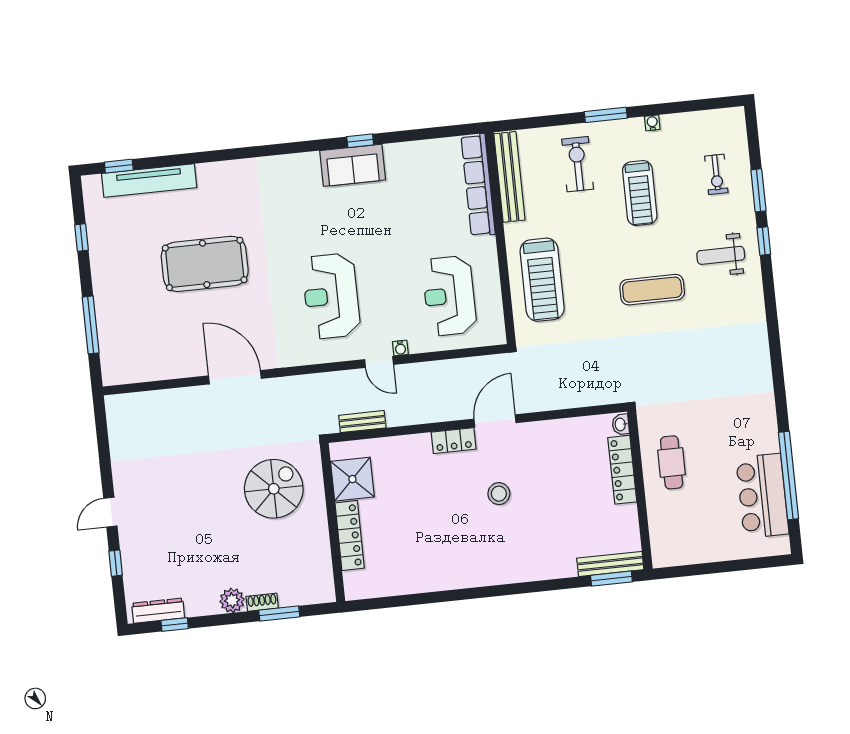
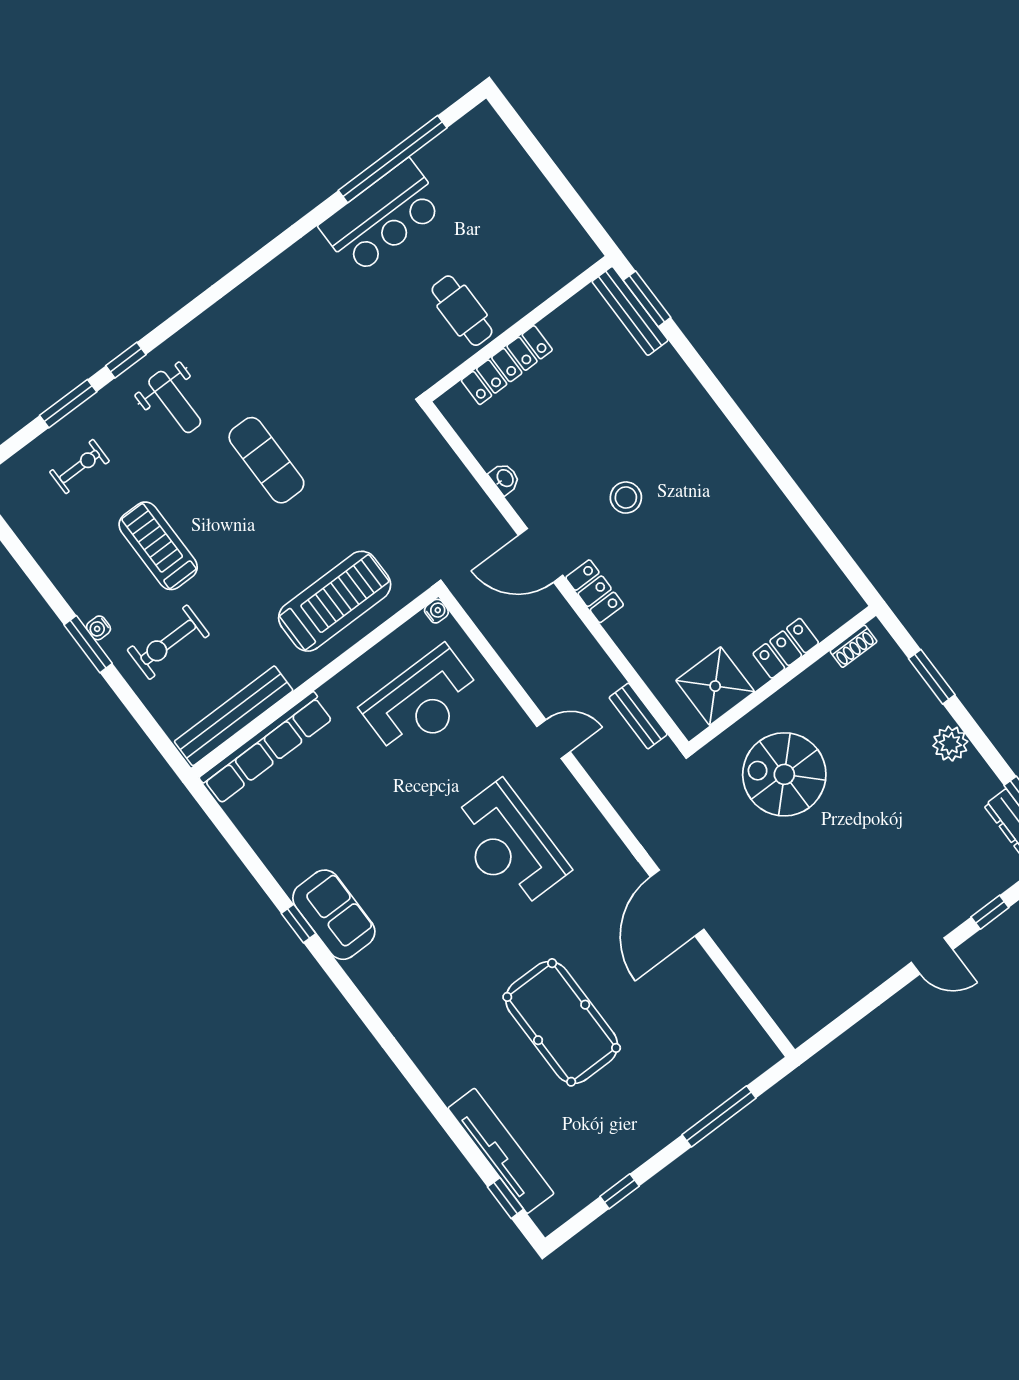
water cooler: (652, 123) -> (98, 628), moved
treadmill: (640, 193) -> (158, 546), turned -90
reception desk: (331, 296) -> (508, 845), turned 90
water cooler: (400, 348) -> (436, 611), moved
door: (379, 362) -> (554, 739), hinge flipped
washbasin: (621, 424) -> (505, 478), moved, turned -90
cafe table: (672, 462) -> (462, 311), turned 90
bar counter: (762, 496) -> (382, 217), moved
locker: (350, 535) -> (786, 648), width x0.66
shoe rack: (262, 602) -> (853, 646), moved, turned -90

